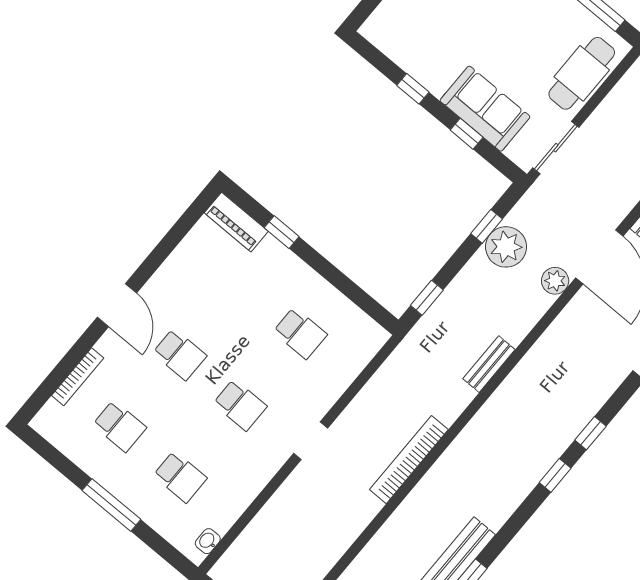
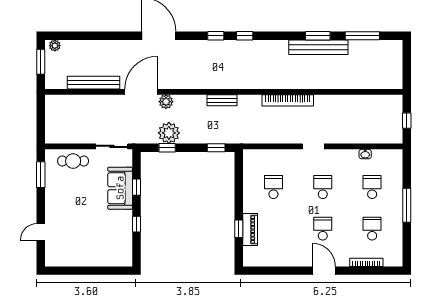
cafe table: (582, 73) -> (73, 161), width x0.73, depth x0.74
piano: (236, 222) -> (250, 229), moved
door: (117, 305) -> (324, 271), hinge flipped
washbasin: (208, 541) -> (365, 154), moved

